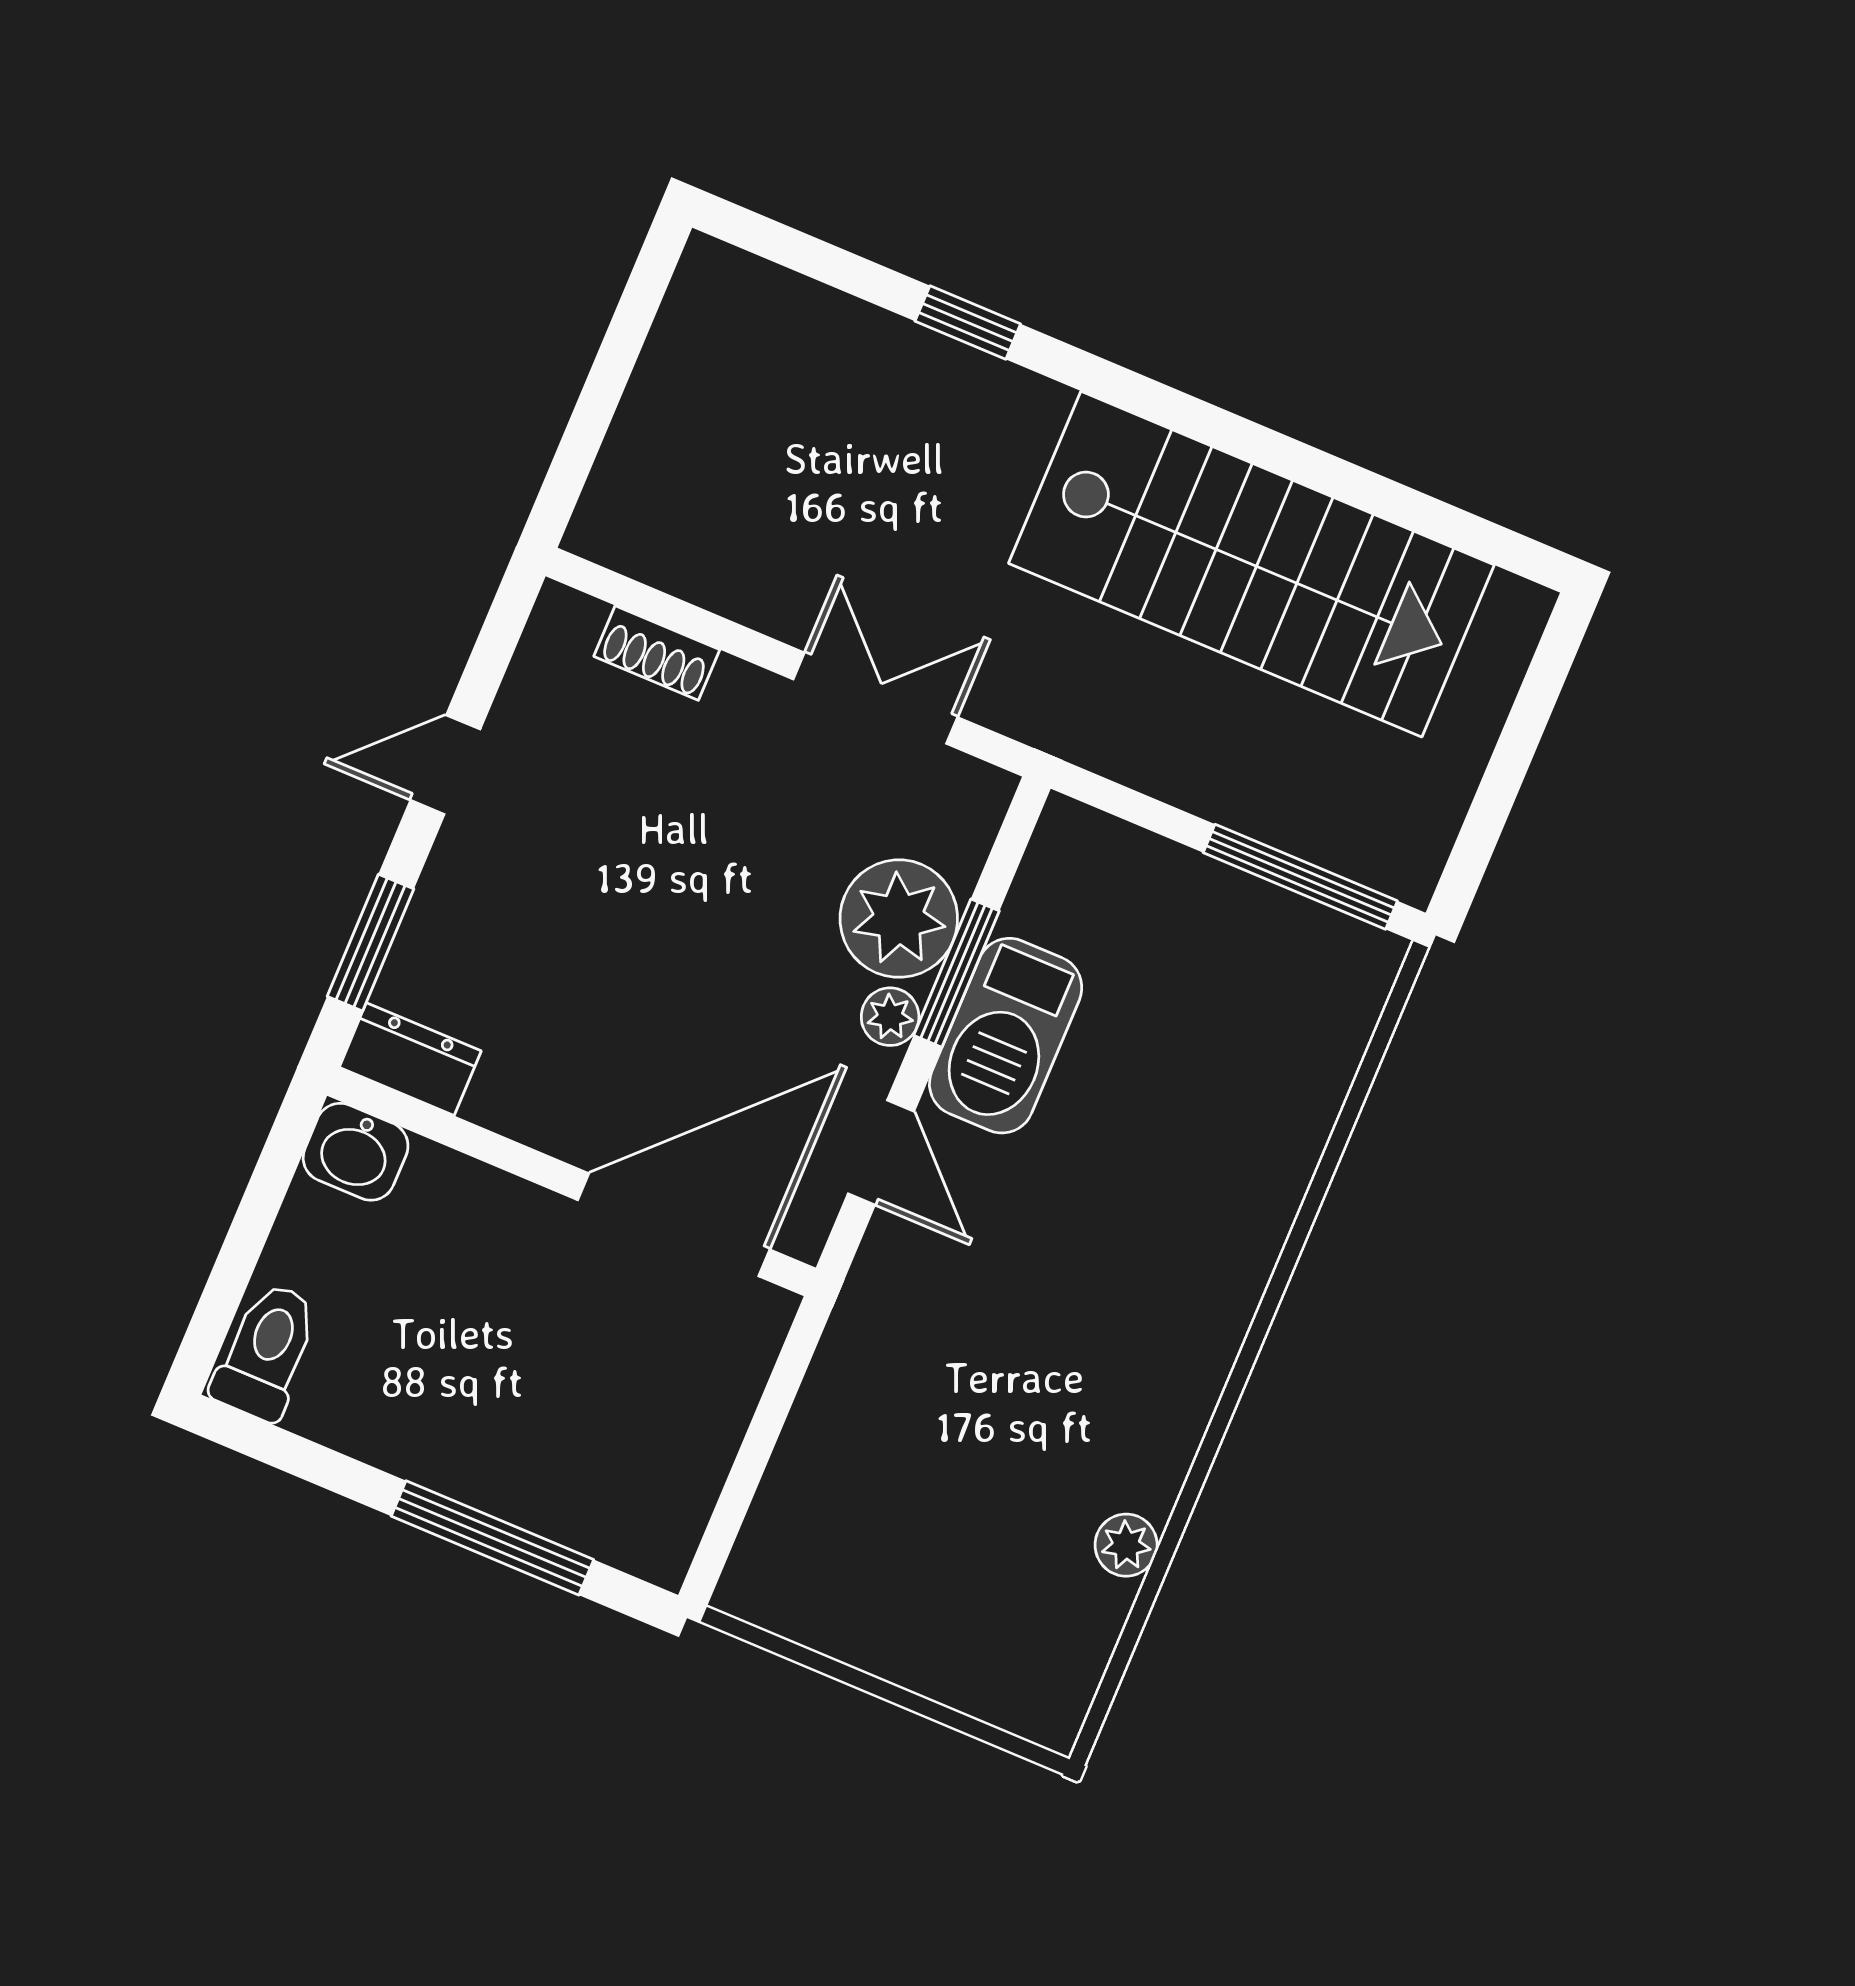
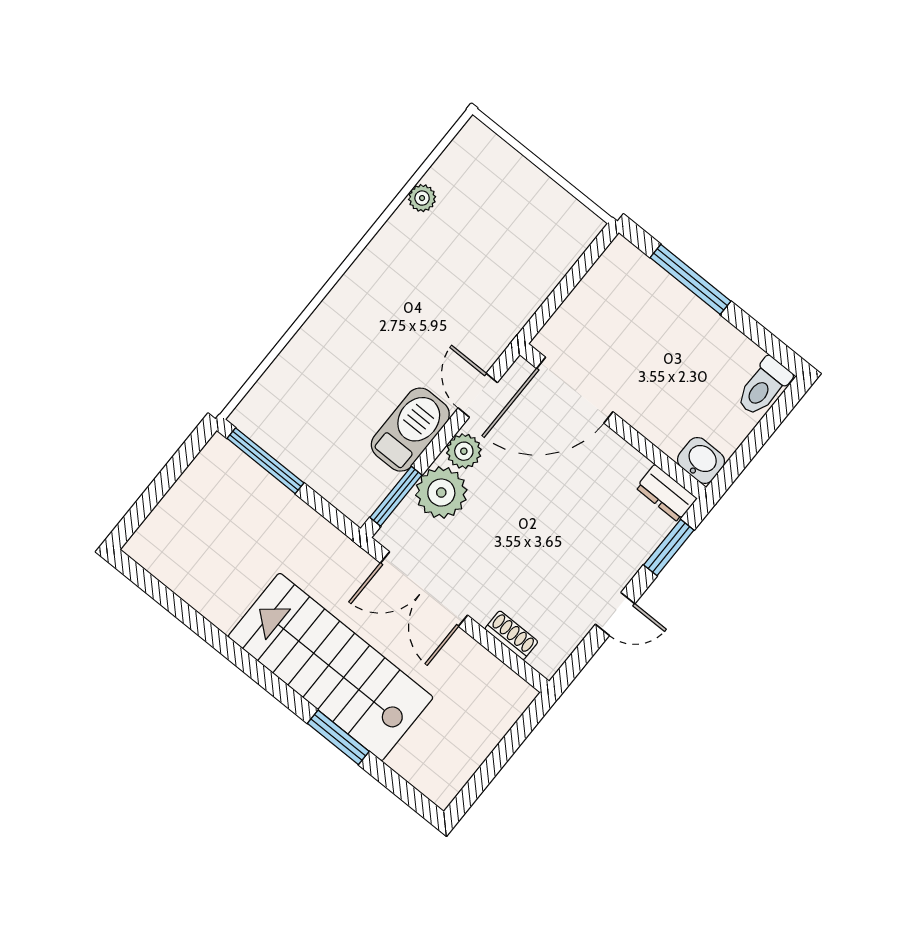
window: (968, 323) -> (338, 737), width x1.50
stairs: (1251, 564) -> (331, 667), moved
double door: (875, 698) -> (424, 589), width x1.37
window: (956, 973) -> (396, 496), moved
plant: (890, 1017) -> (464, 451), width x1.38, depth x1.38

